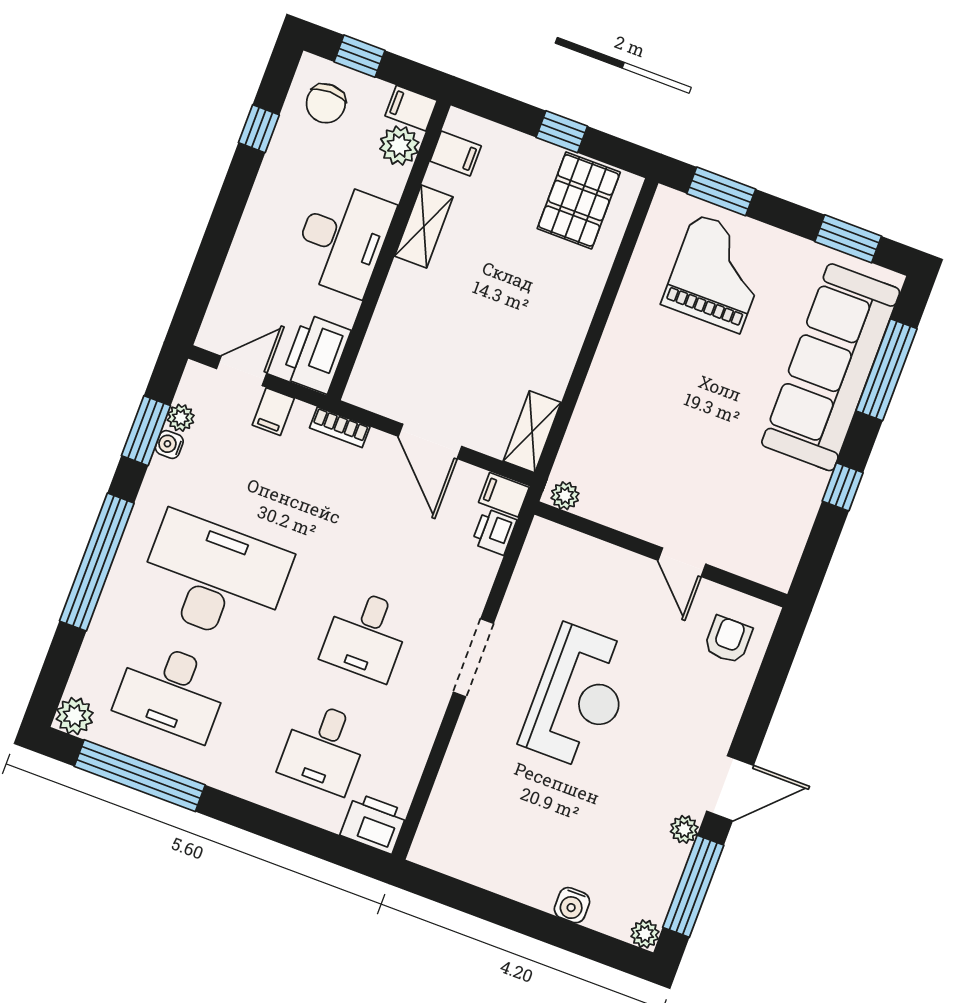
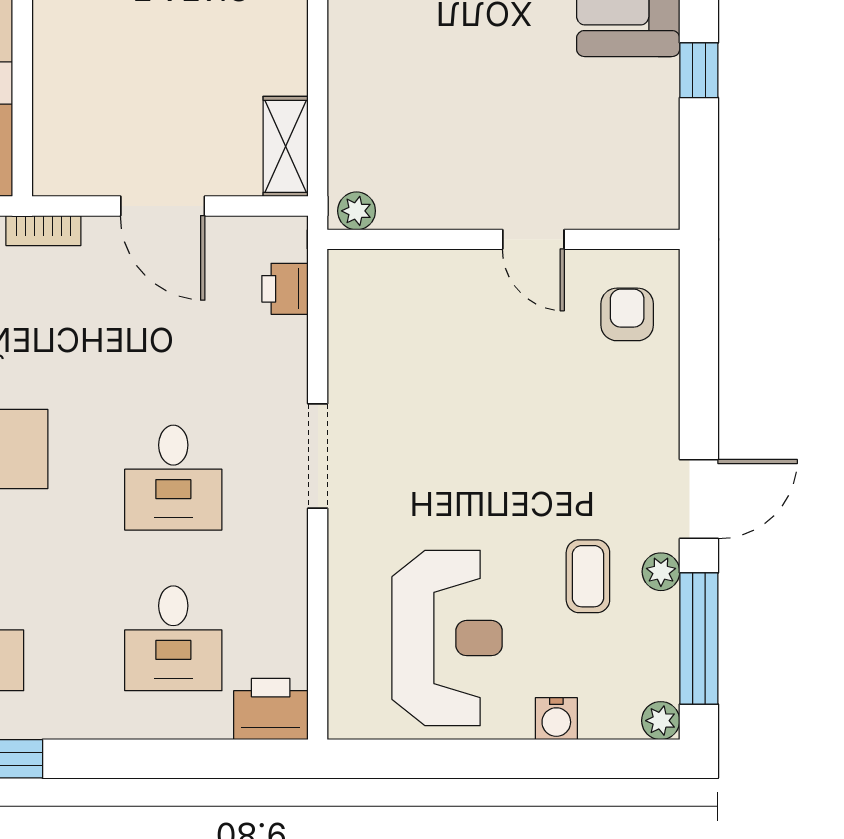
filing cabinet: (504, 495) -> (280, 238), removed
reception desk: (579, 697) -> (447, 638), moved
coffee table: (632, 813) -> (588, 576), added

